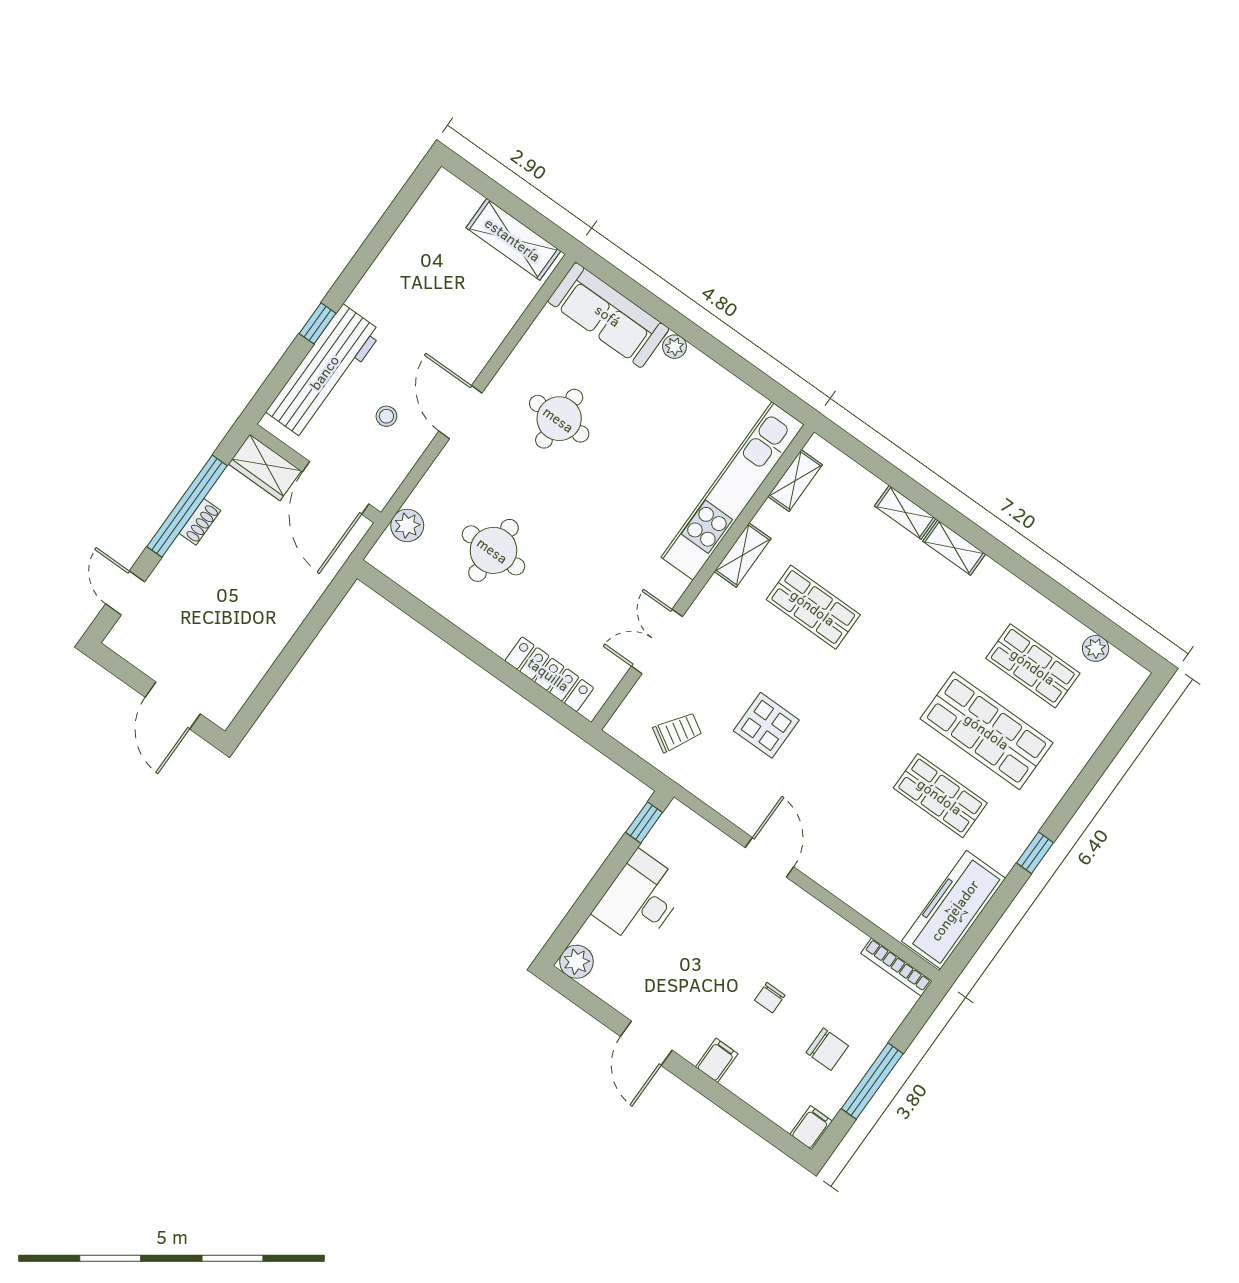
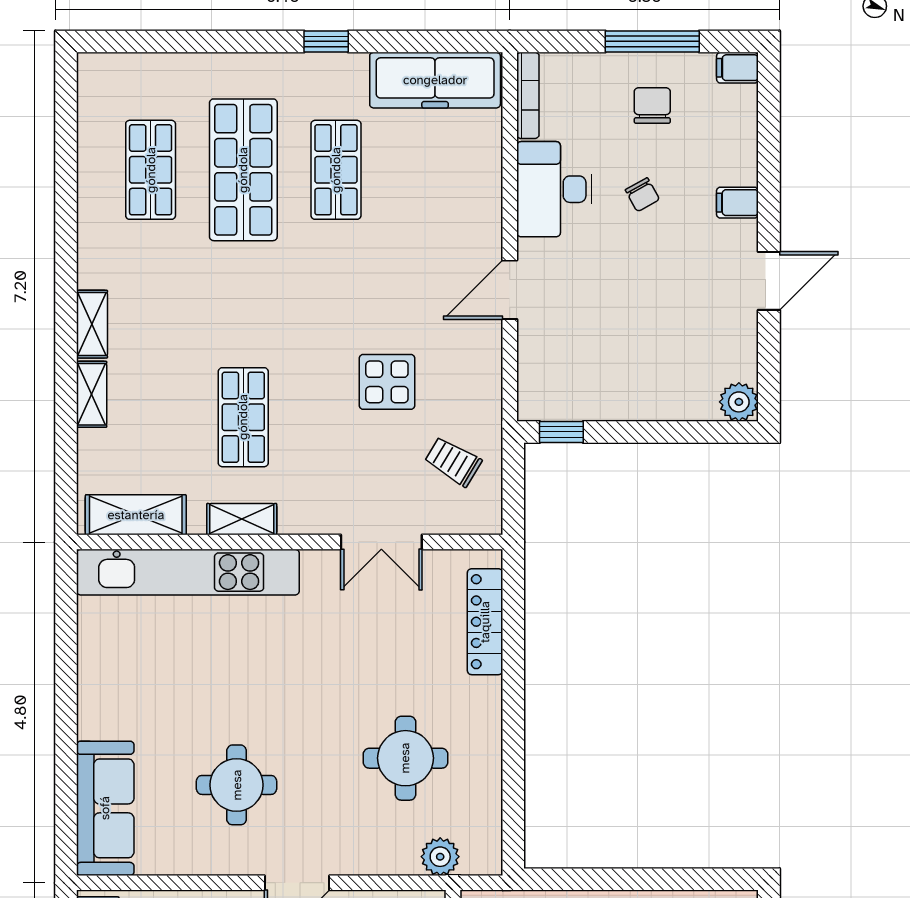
plant: (675, 347) -> (90, 724), removed
shelving: (795, 481) -> (136, 515), width x1.50, depth x1.33
plant: (1096, 648) -> (92, 122), removed
desk: (640, 899) -> (554, 189), moved, turned 90
chair: (770, 998) -> (642, 195), turned 61

